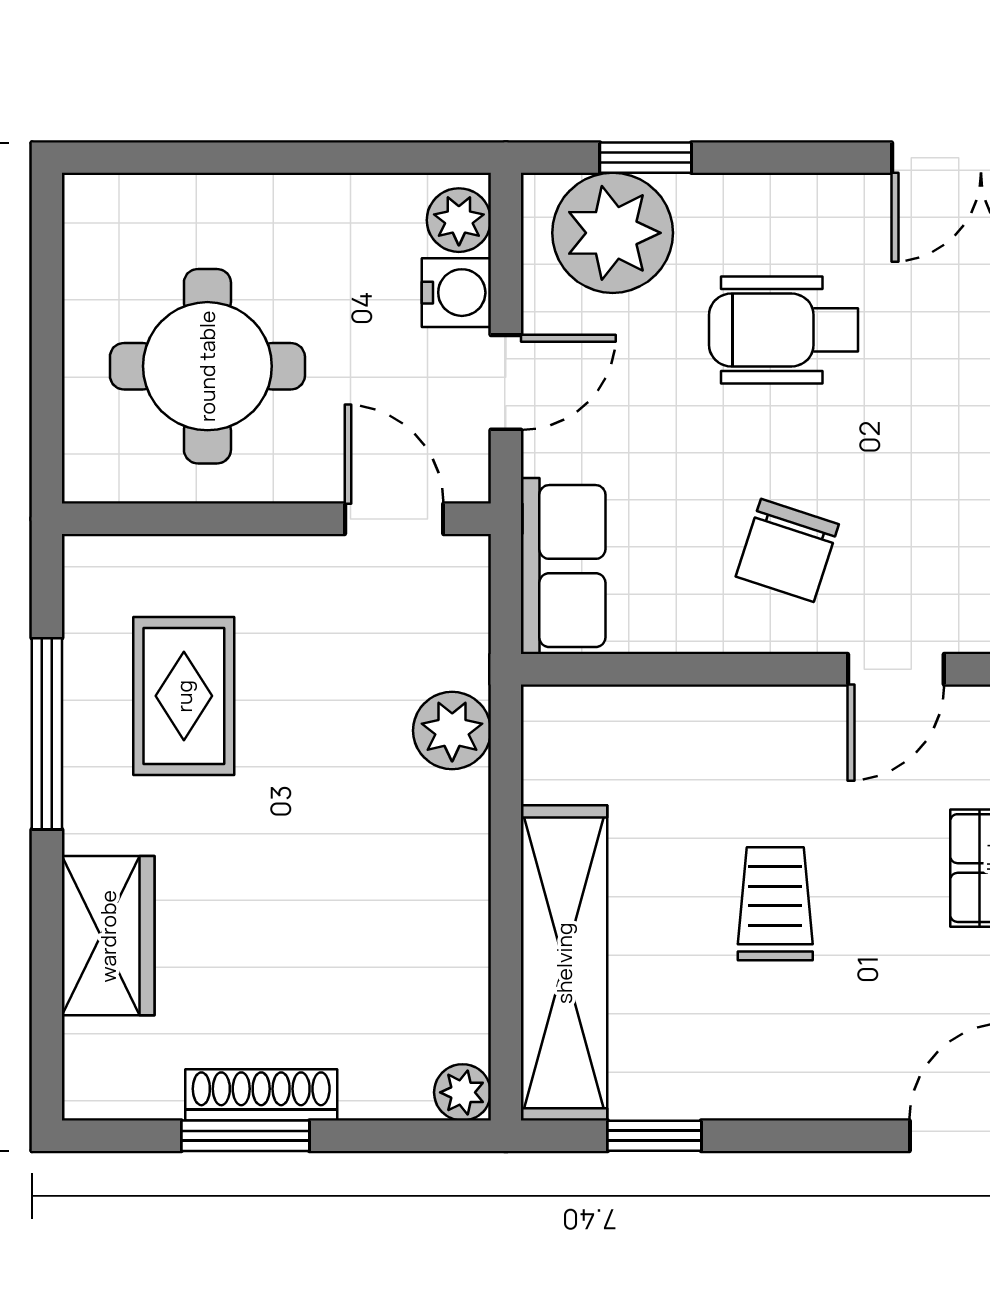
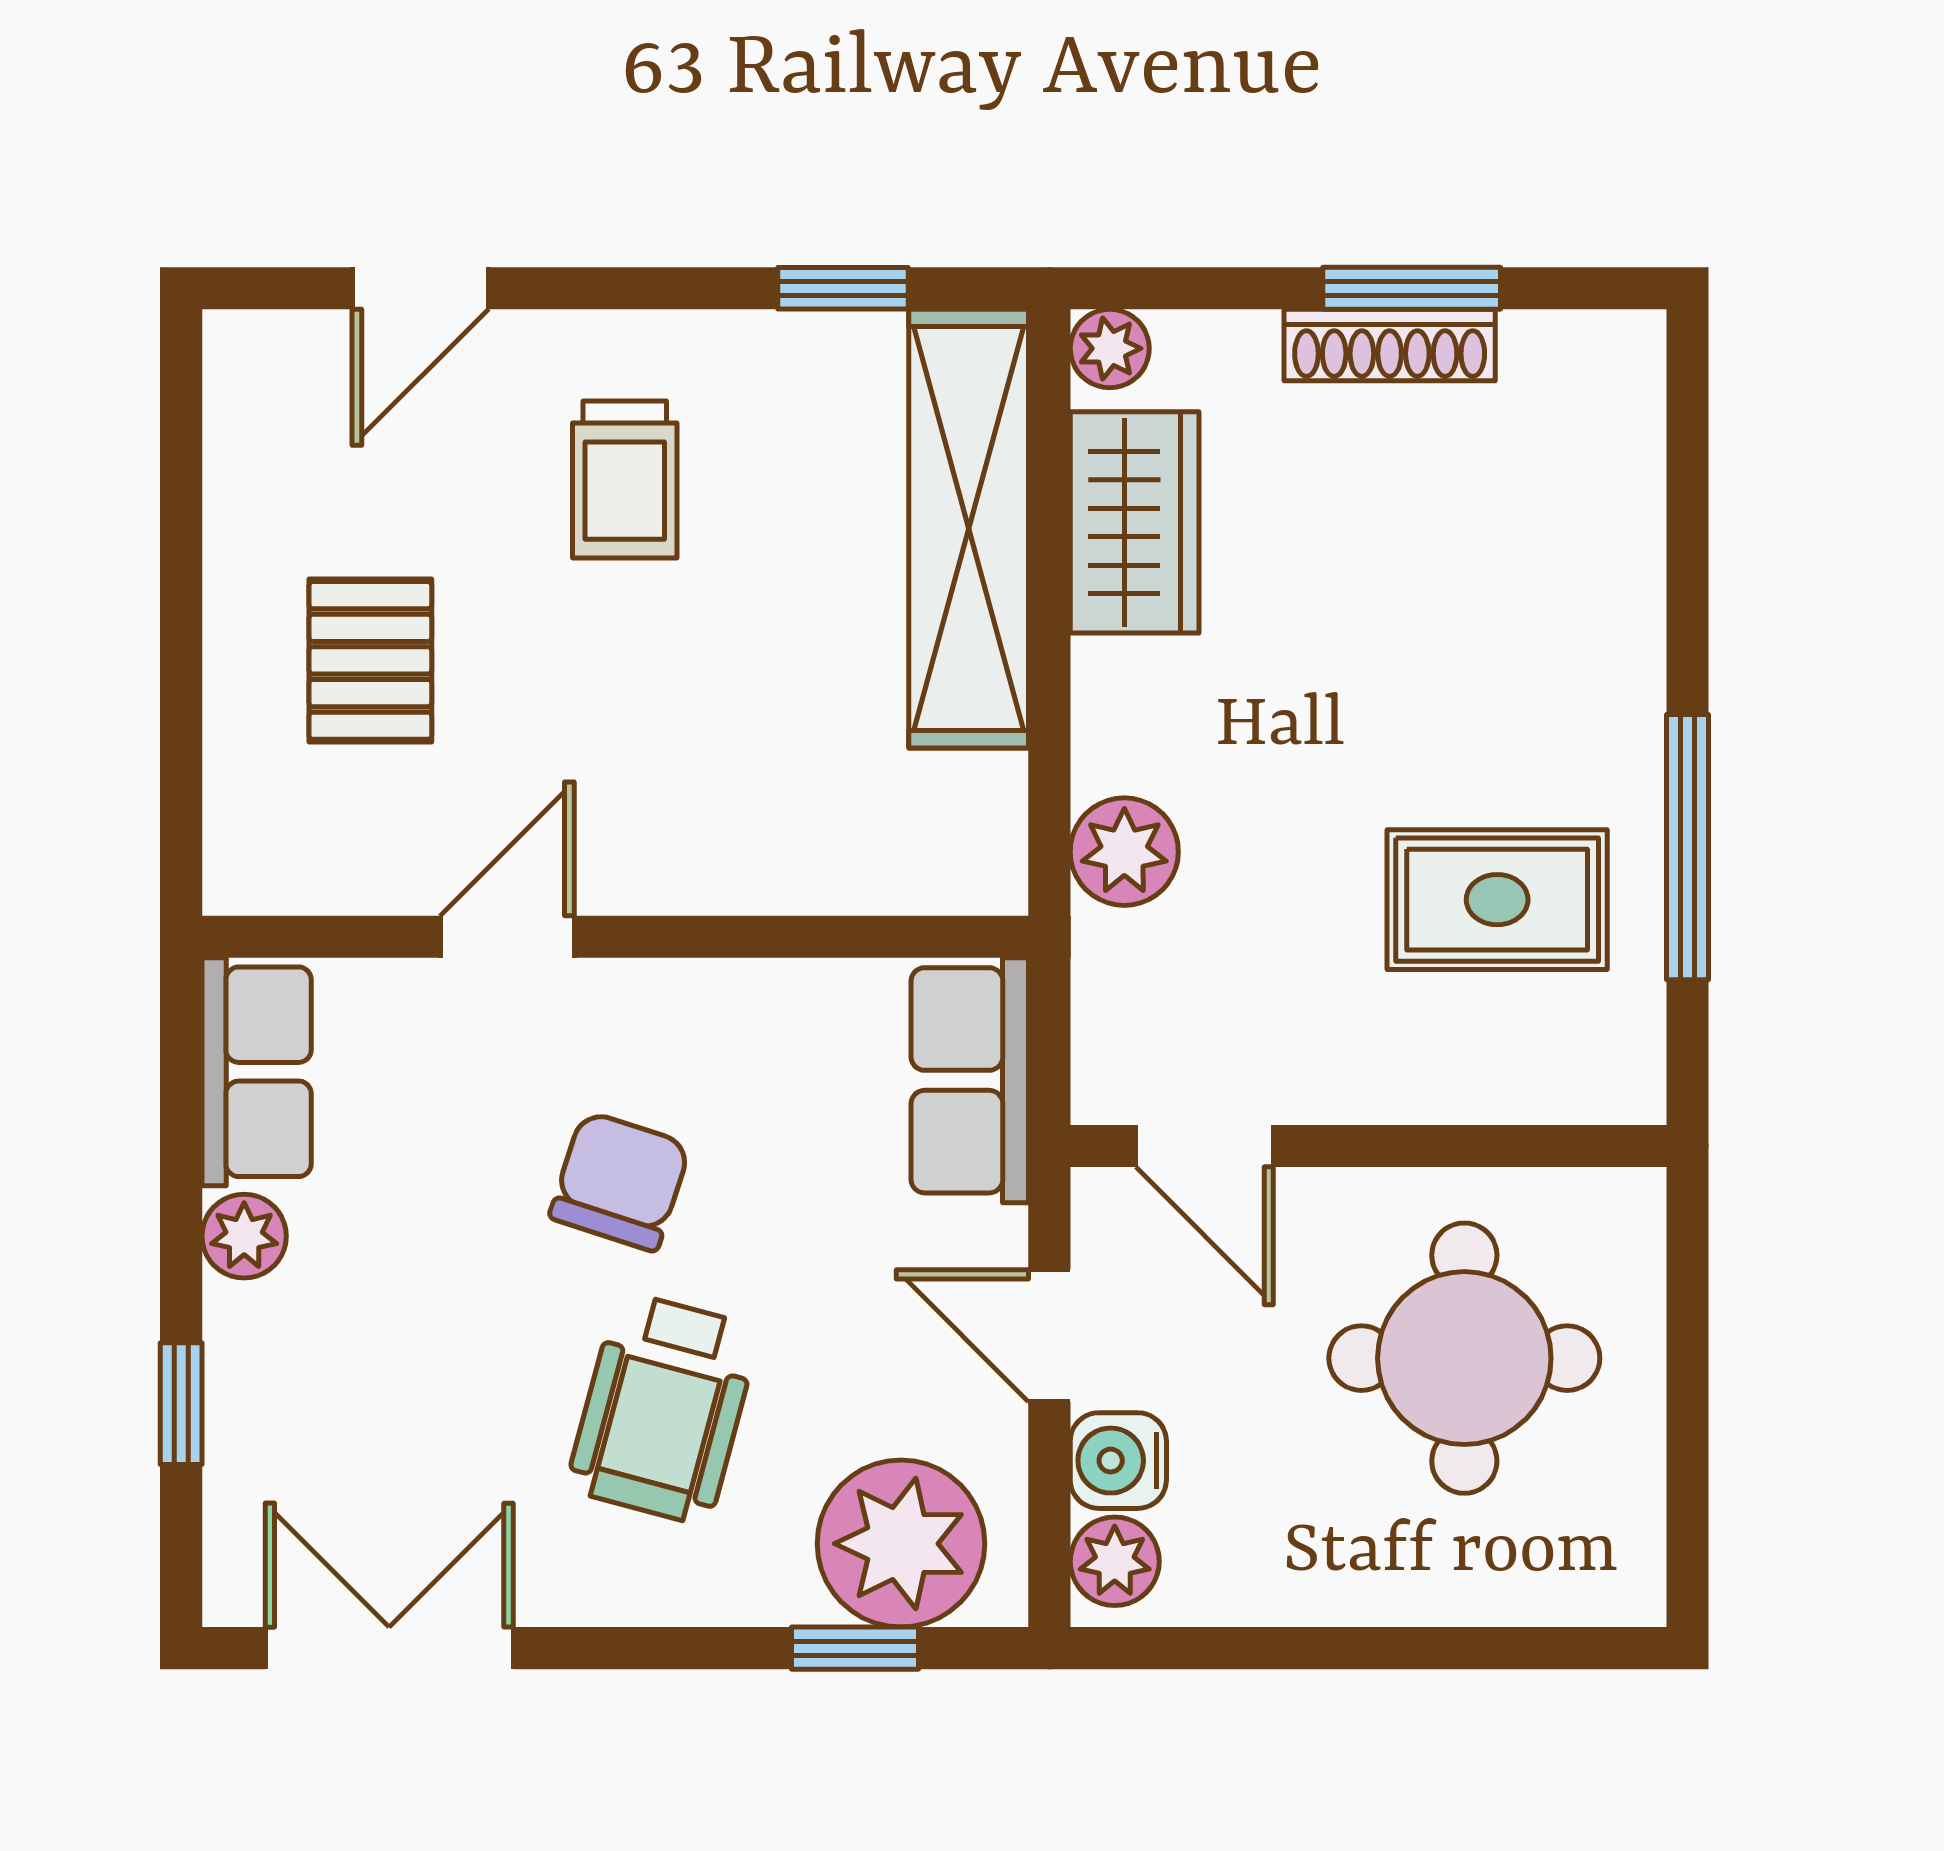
wheelchair: (784, 330) -> (663, 1408), turned 105
door: (506, 382) -> (1049, 1336), hinge flipped
chair: (787, 550) -> (620, 1181), moved
rug: (184, 696) -> (1497, 900), turned 90
trolley: (775, 904) -> (625, 480), moved
wardrobe: (108, 936) -> (1135, 522), moved, turned 180

